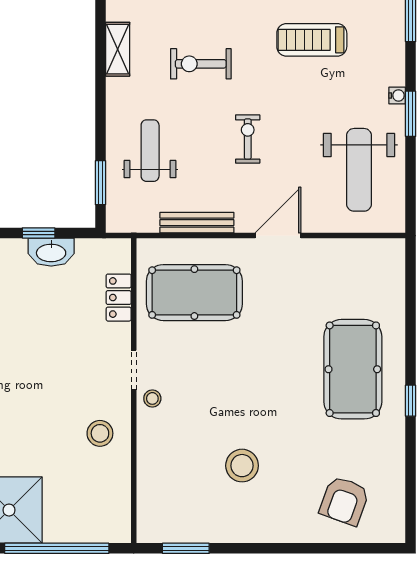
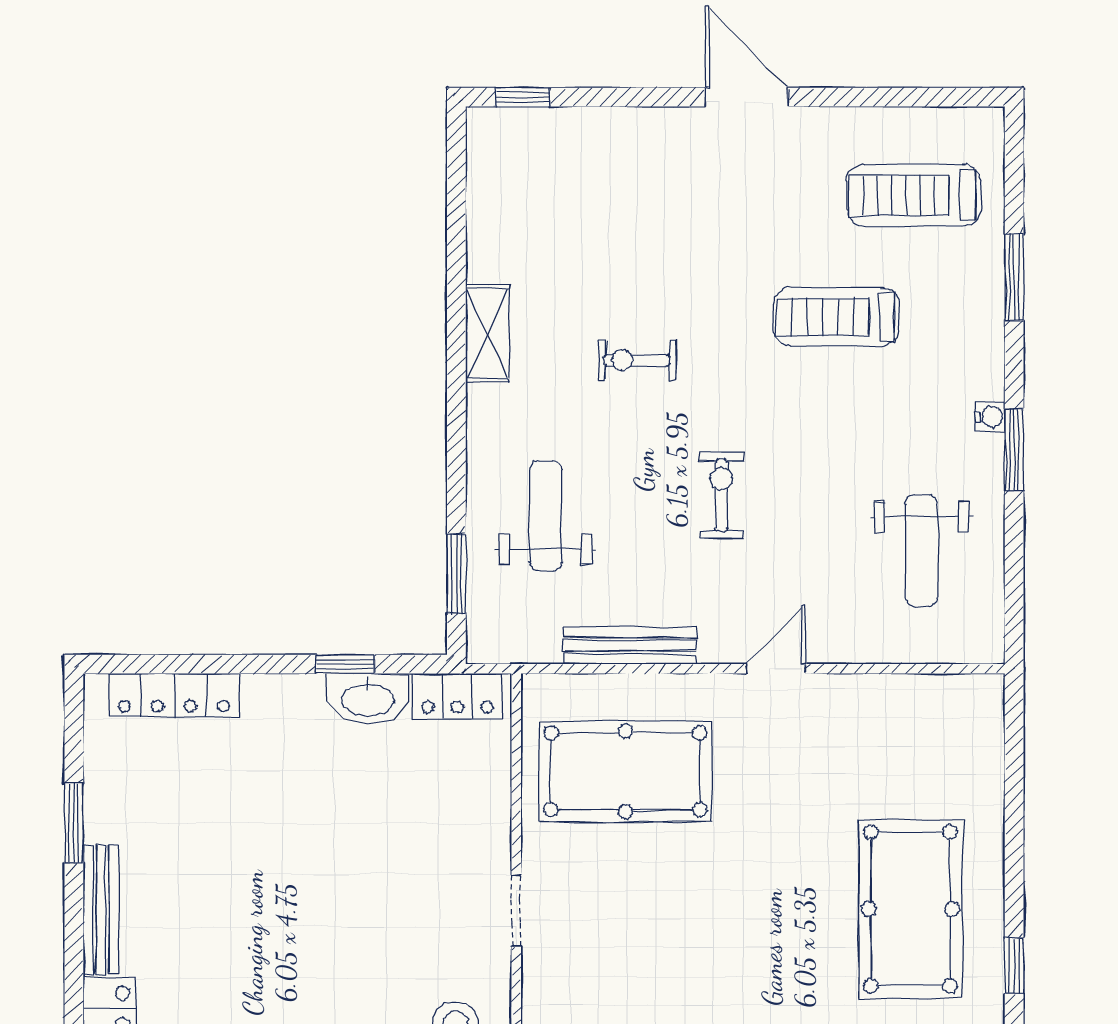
exercise bike: (201, 64) -> (637, 360), width x0.73, depth x0.72
weight bench: (359, 170) -> (921, 551), width x0.73, depth x0.75
door: (278, 236) -> (776, 669), width x0.73
locker: (119, 298) -> (457, 696), moved, turned -90
stool: (152, 398) -> (550, 962), removed

